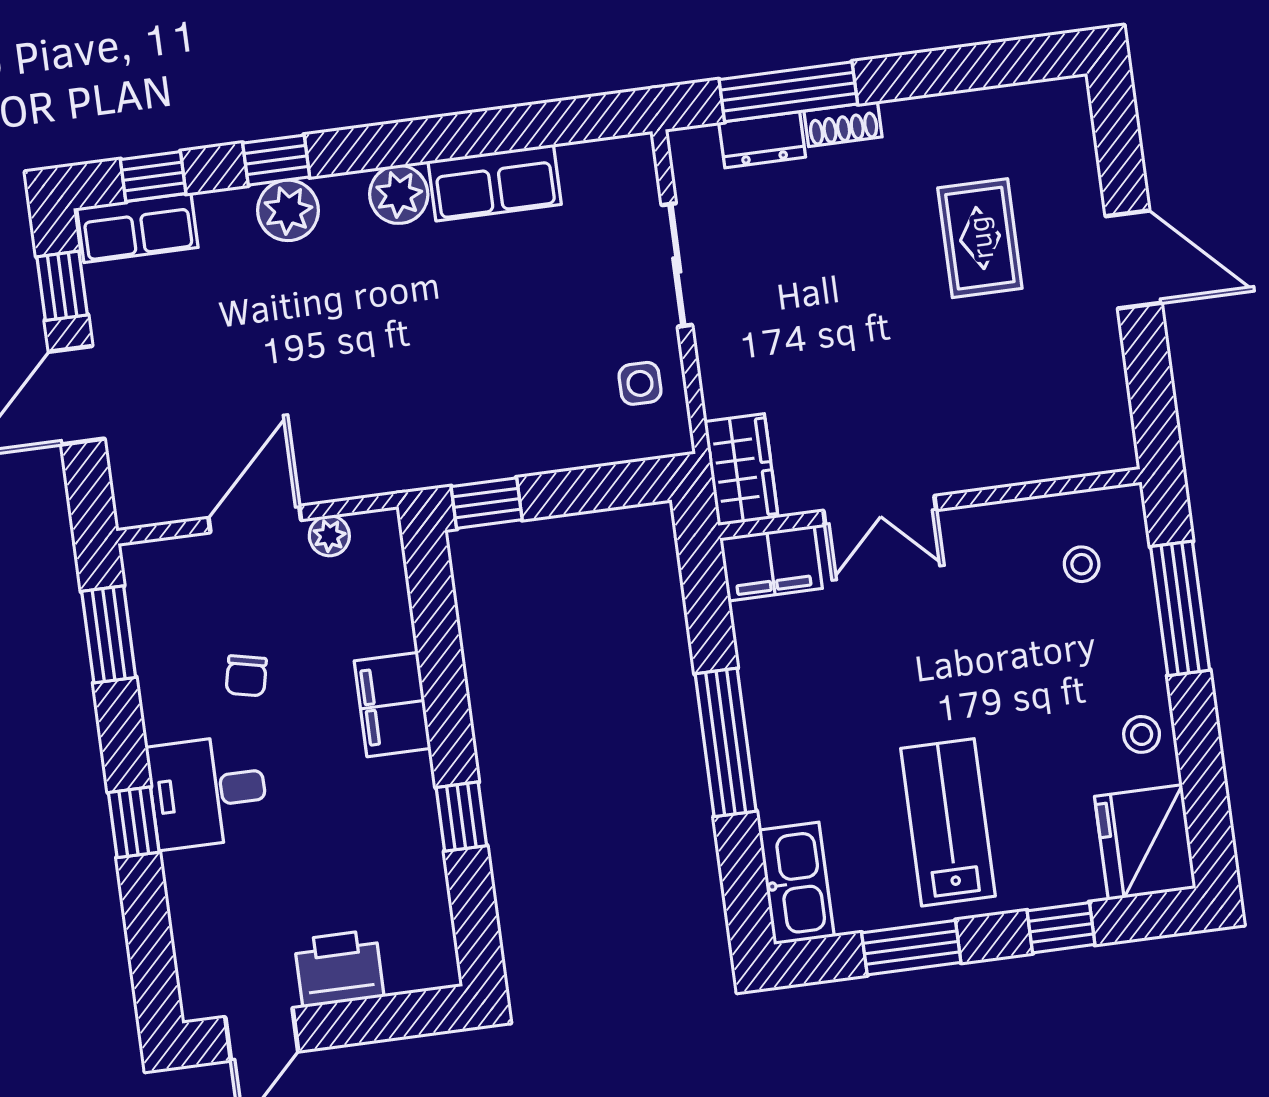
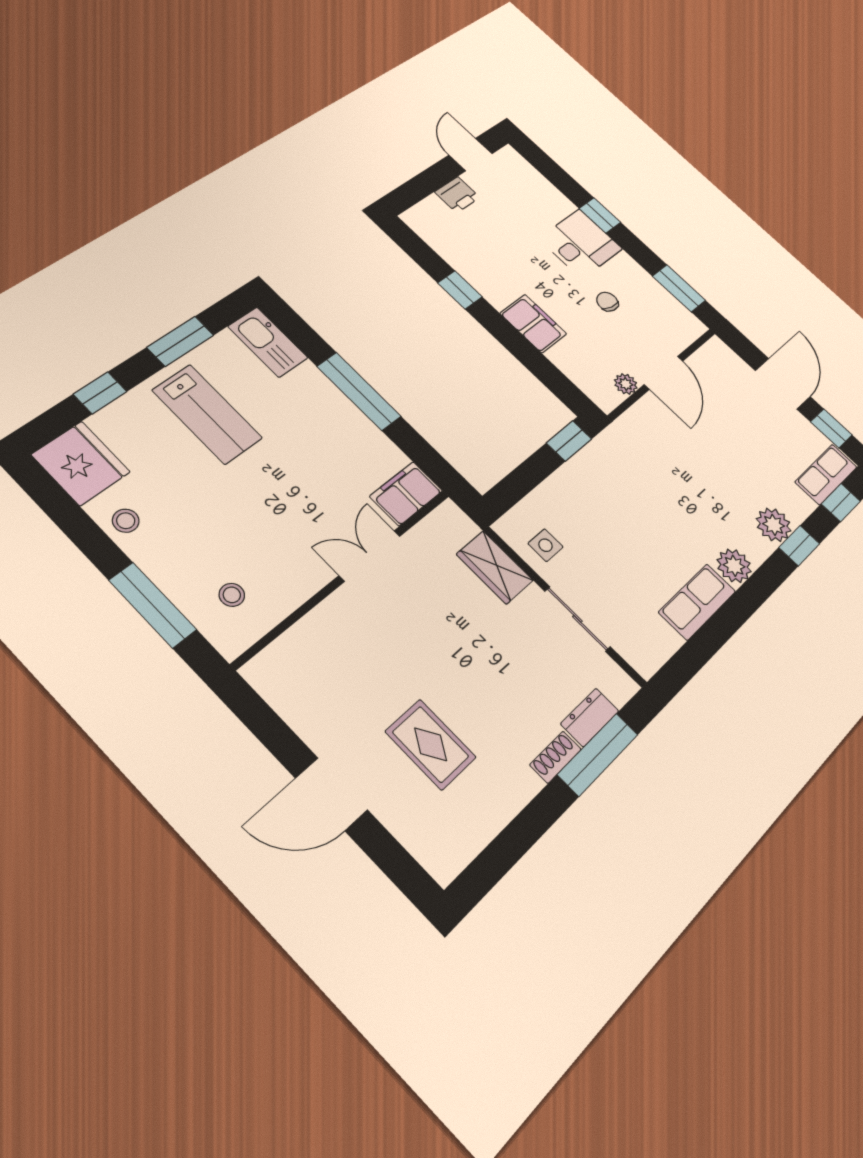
wardrobe: (741, 470) -> (495, 567), moved
printer: (339, 968) -> (457, 195), width x0.73, depth x0.81

